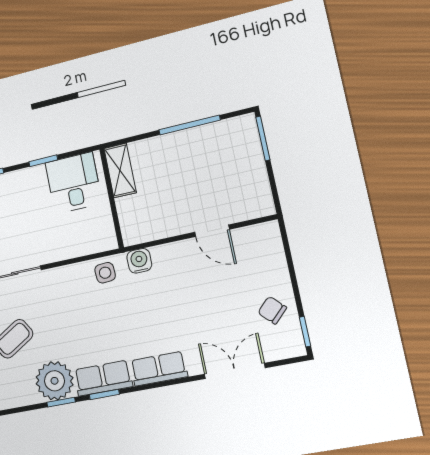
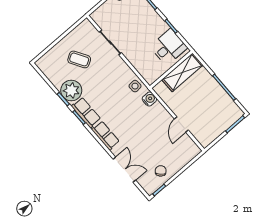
shelving: (120, 170) -> (182, 72), width x1.50, depth x1.33

